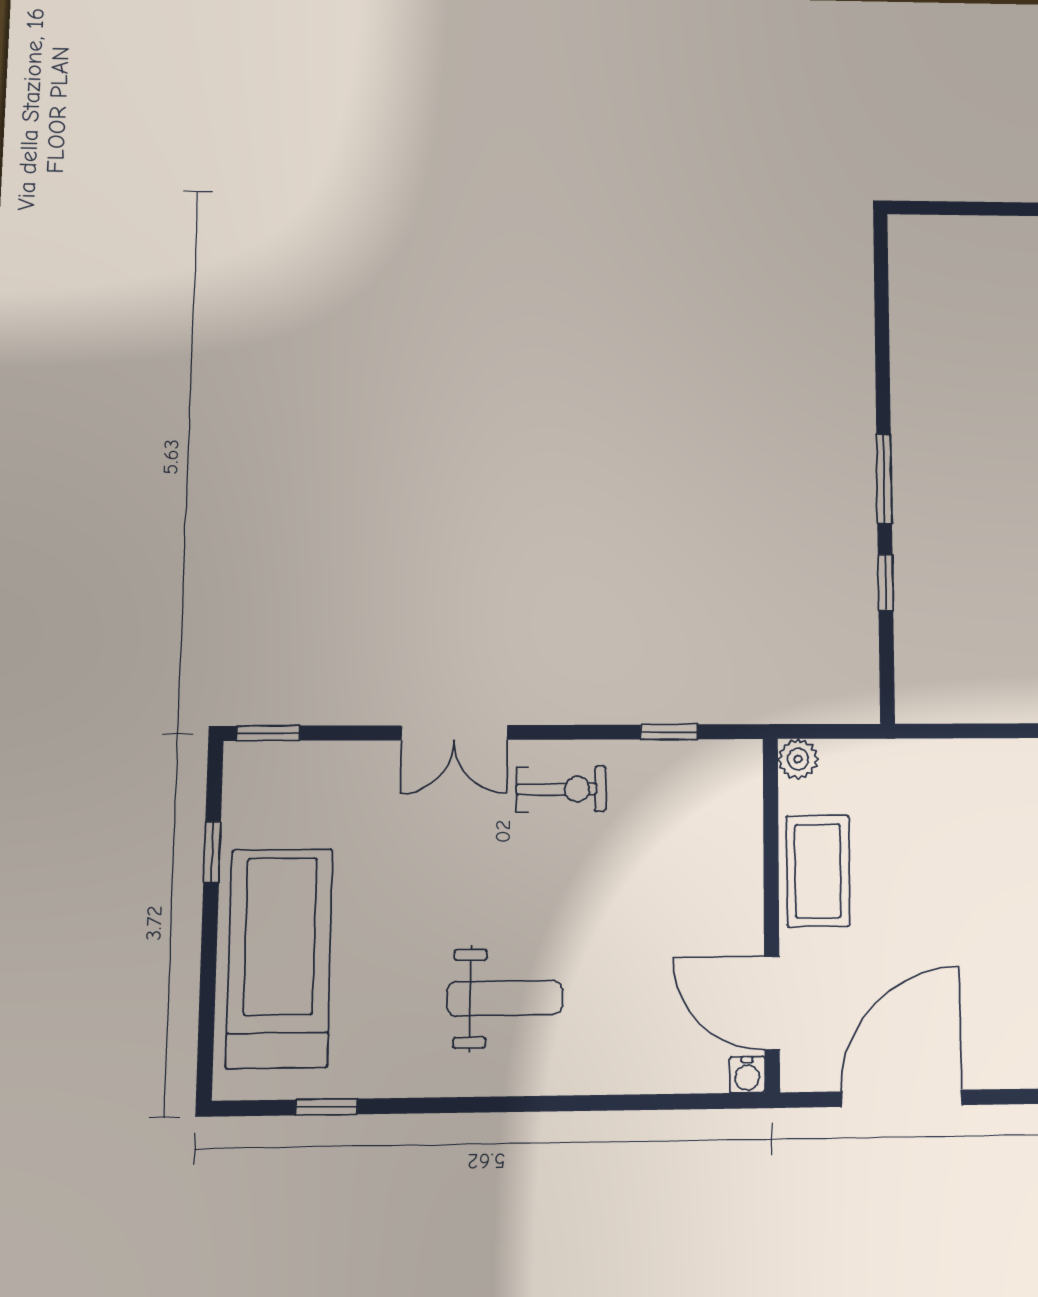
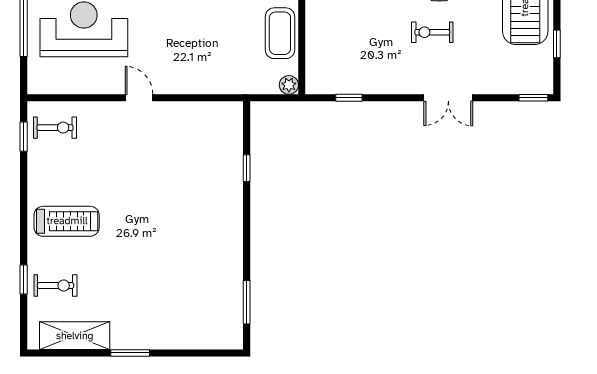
window: (884, 479) -> (247, 302), moved
double door: (454, 733) -> (448, 98), swing flipped
exercise bike: (561, 789) -> (432, 32), moved

